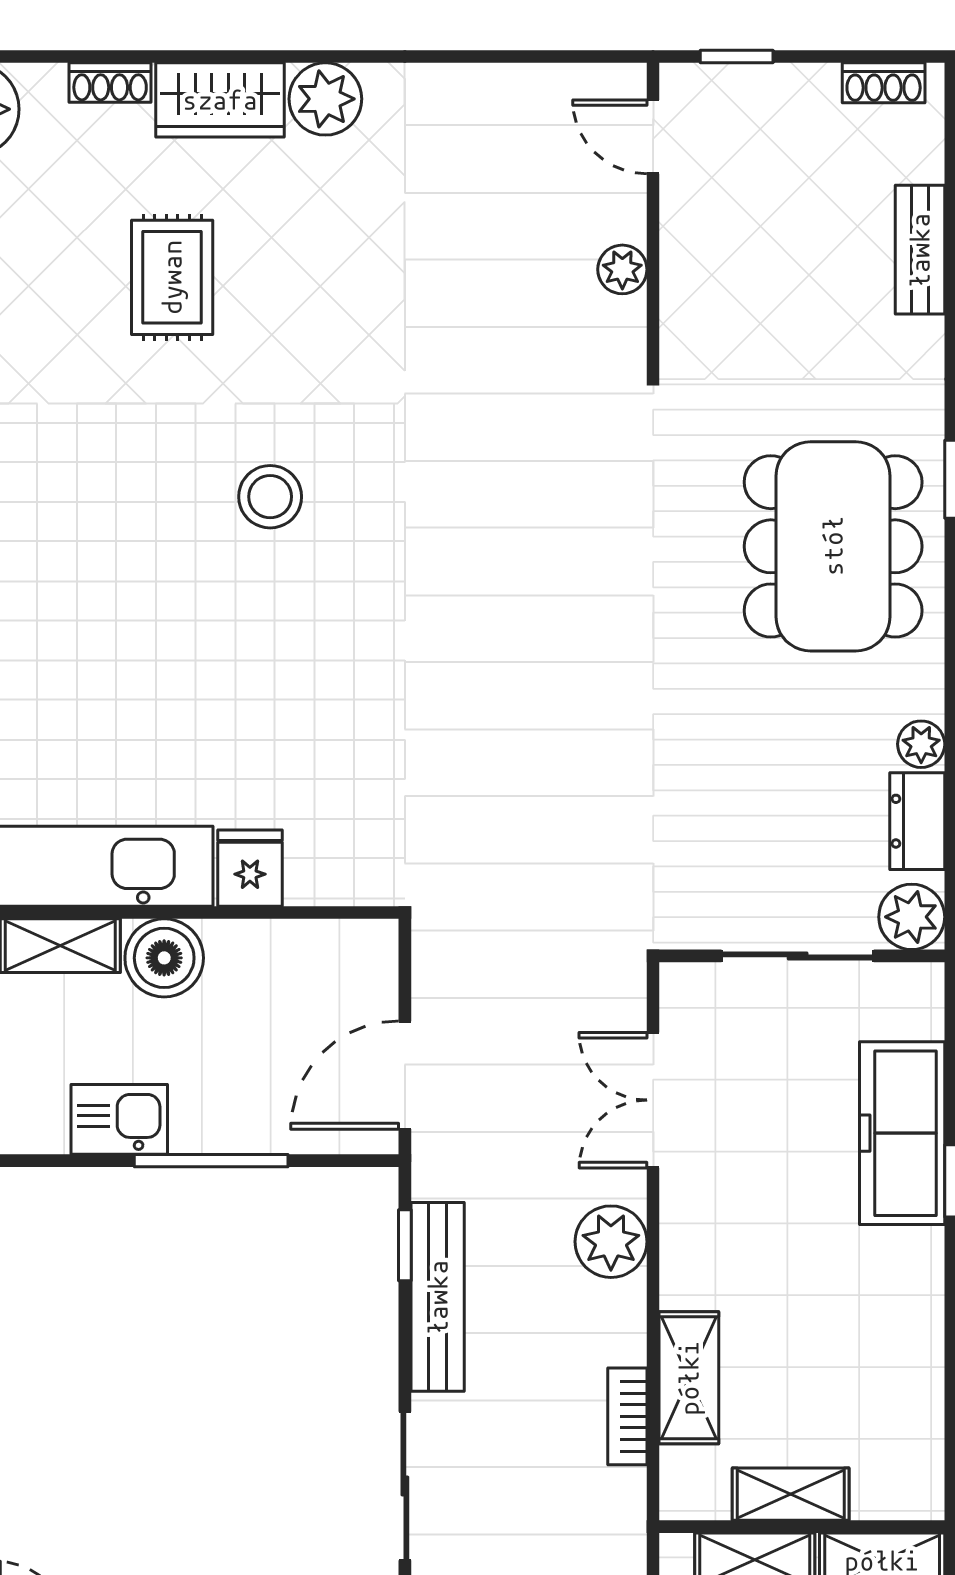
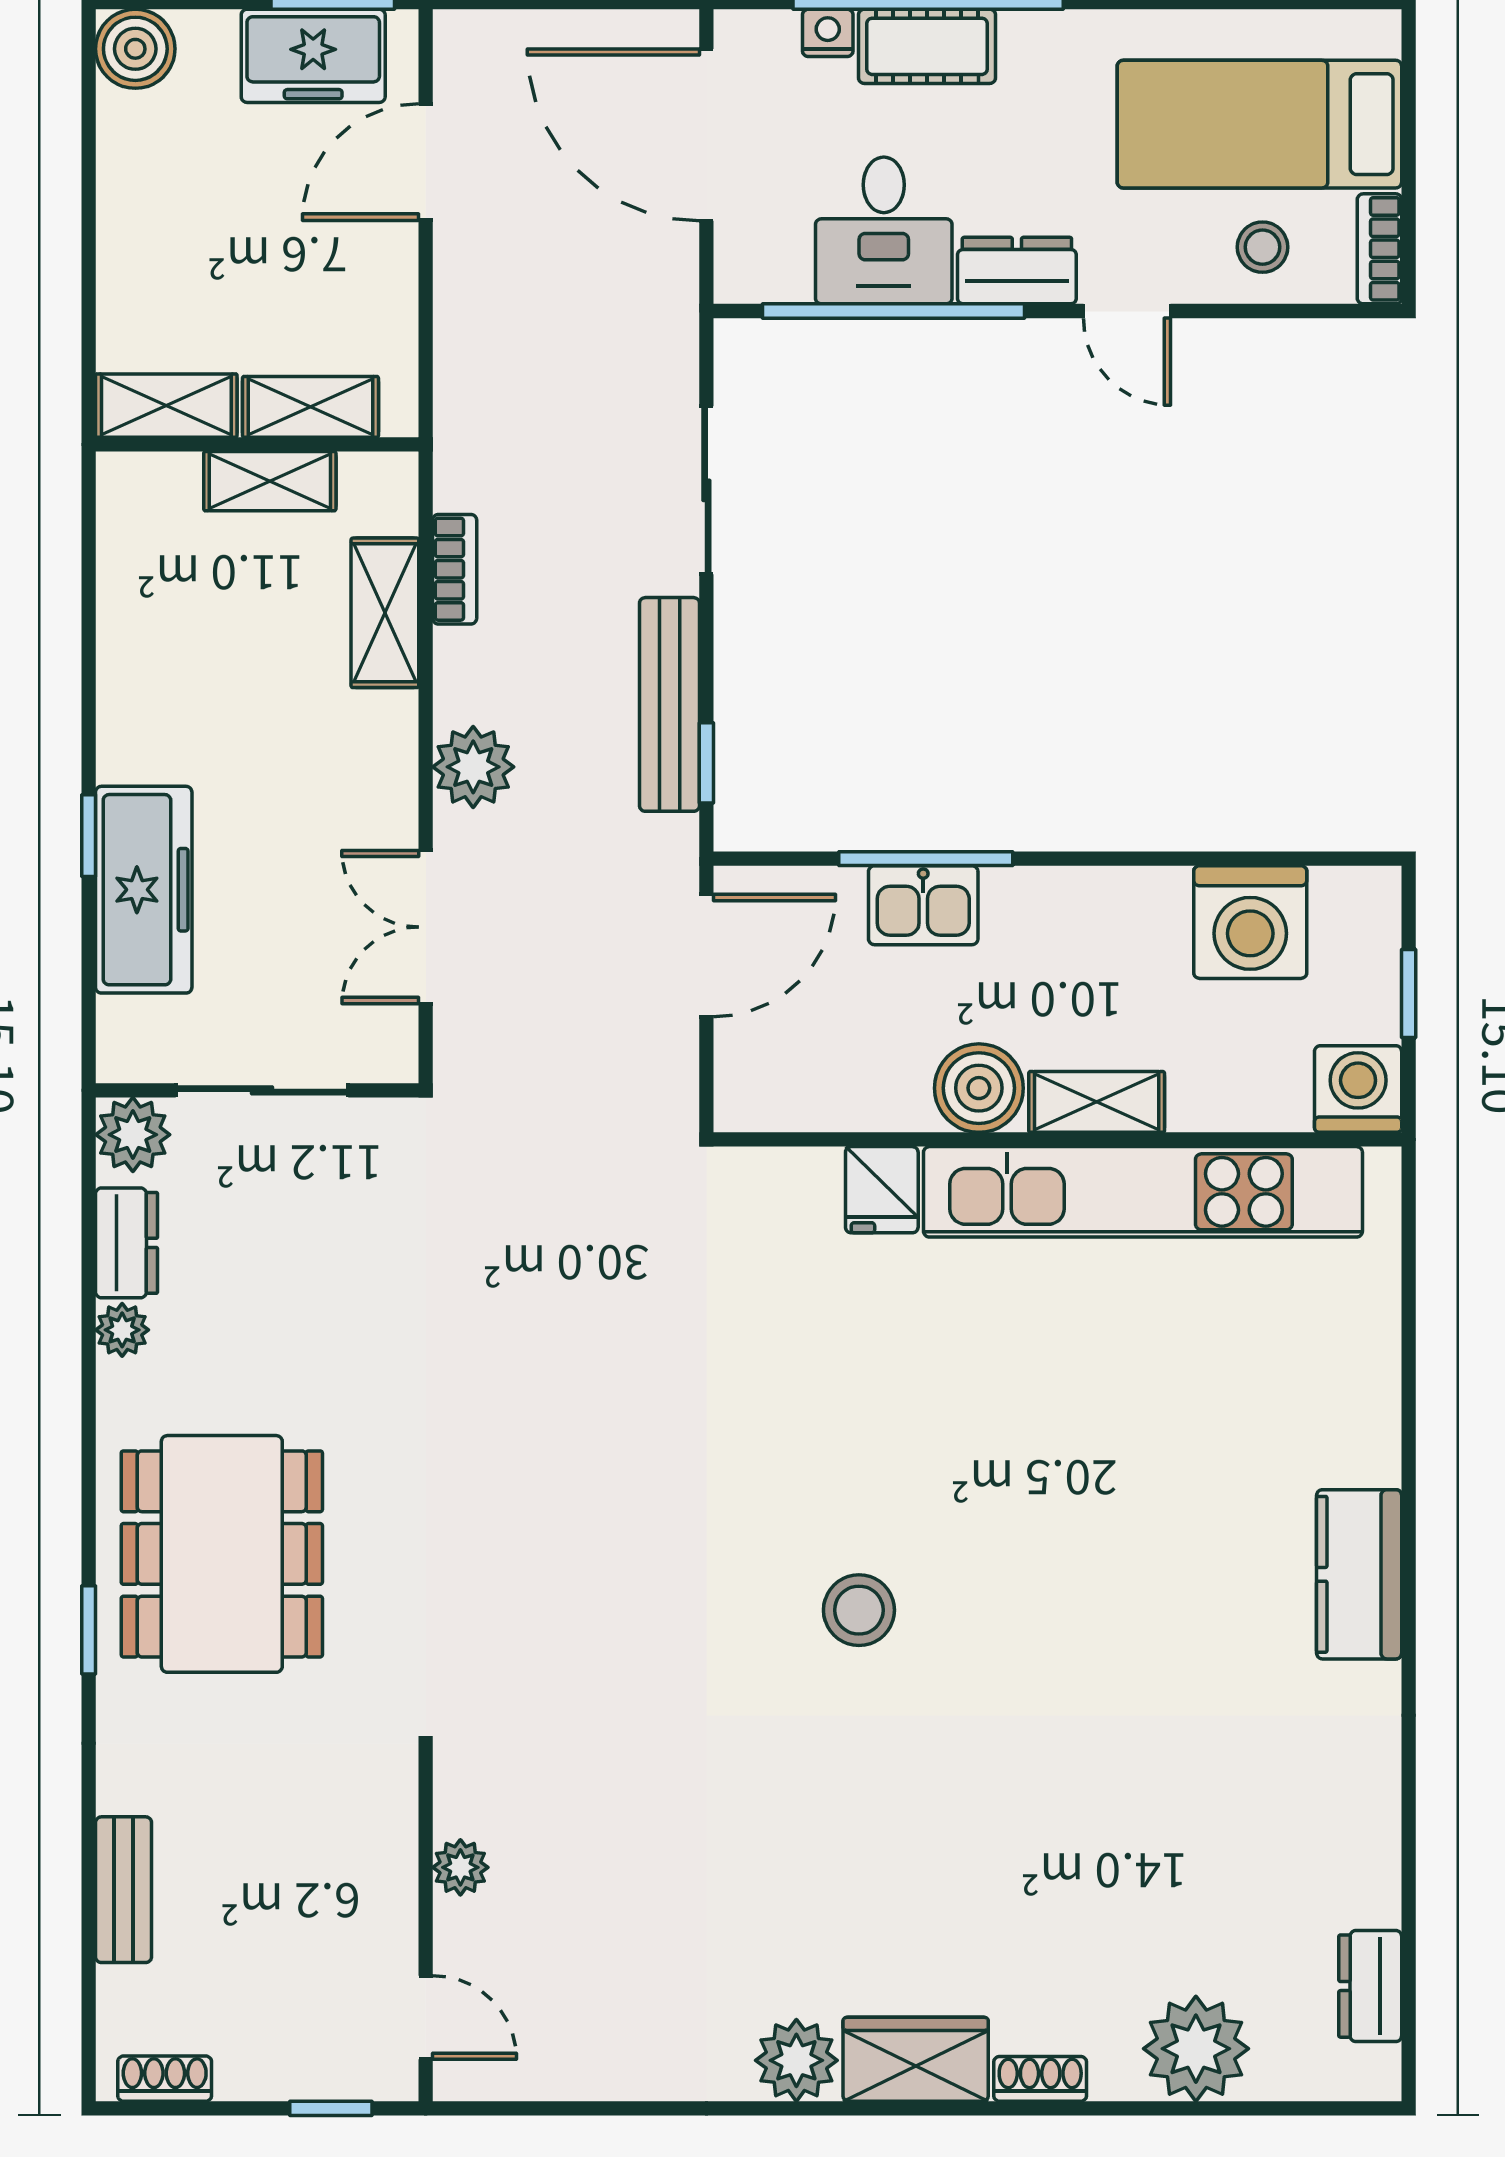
rug: (172, 277) -> (970, 1858), removed
double door: (653, 1100) -> (426, 927), swing flipped
kitchen sink: (119, 1119) -> (923, 905), moved

